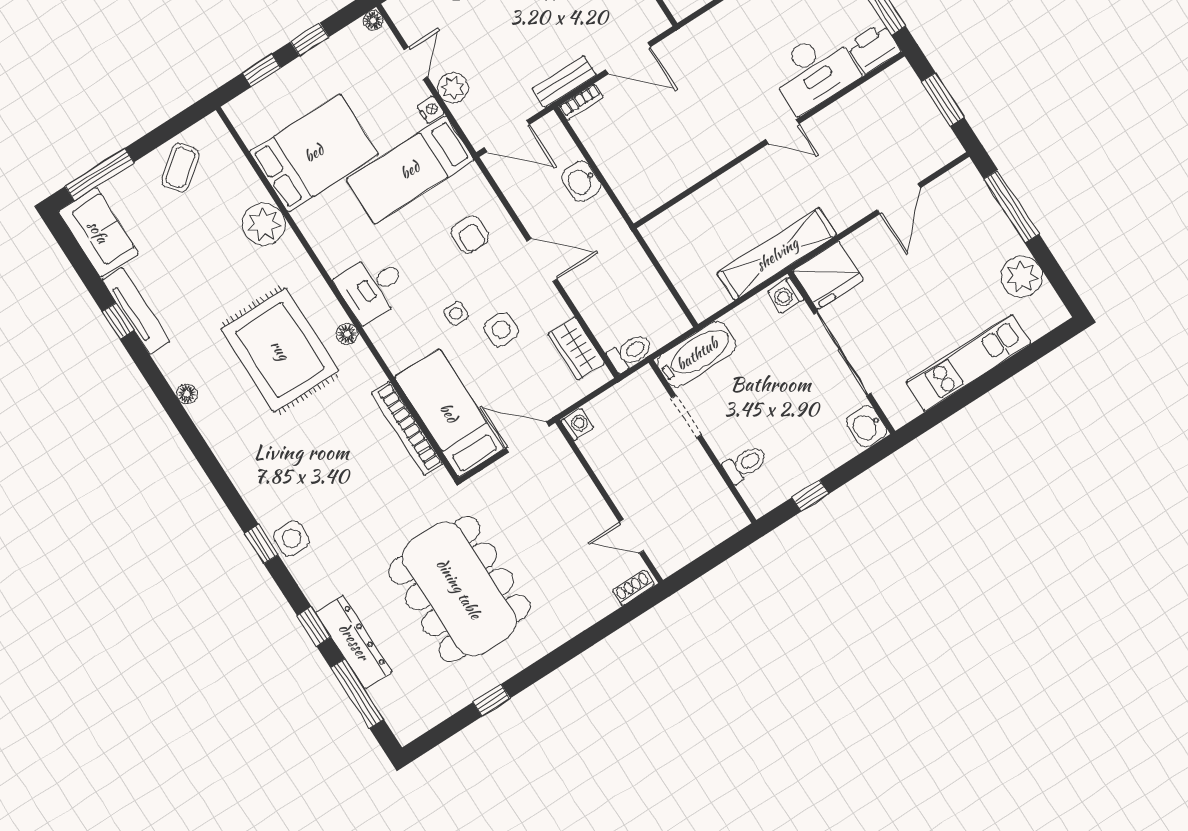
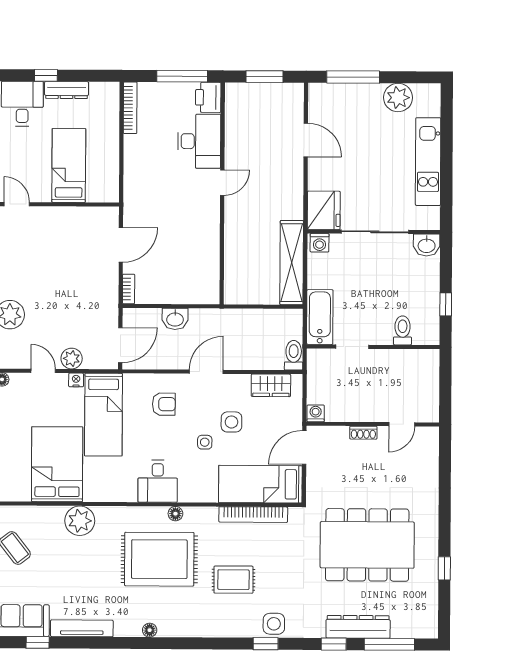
bench: (564, 82) -> (110, 291), removed
shelving: (777, 254) -> (292, 263), moved
window: (118, 321) -> (38, 642), moved
rug: (313, 455) -> (233, 580), added
shoe rack: (633, 588) -> (363, 433), moved, turned -90

